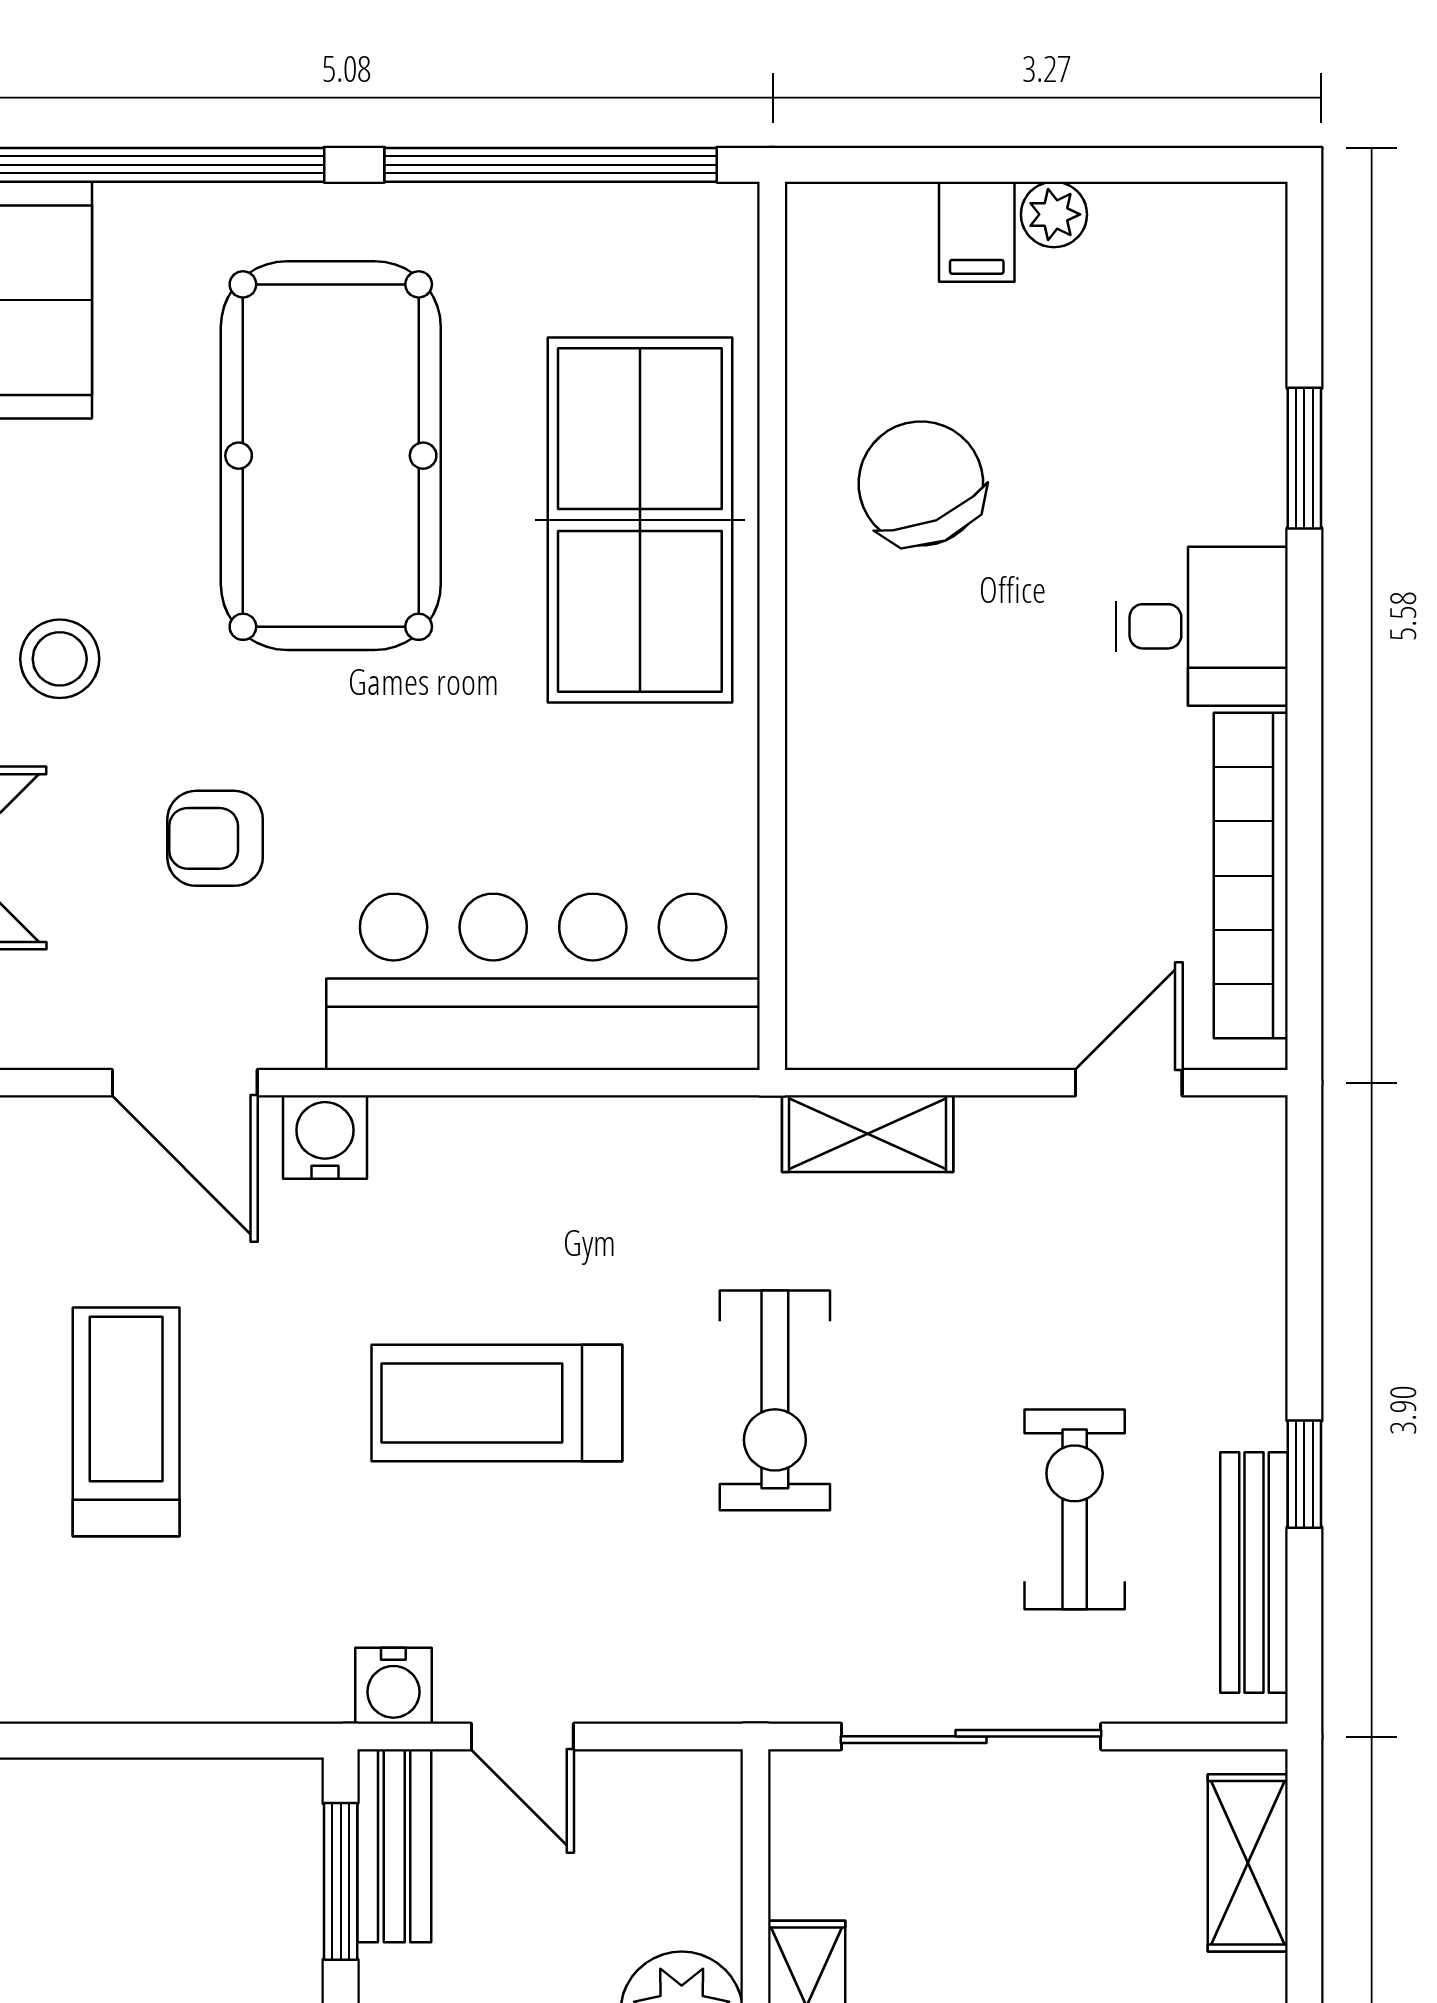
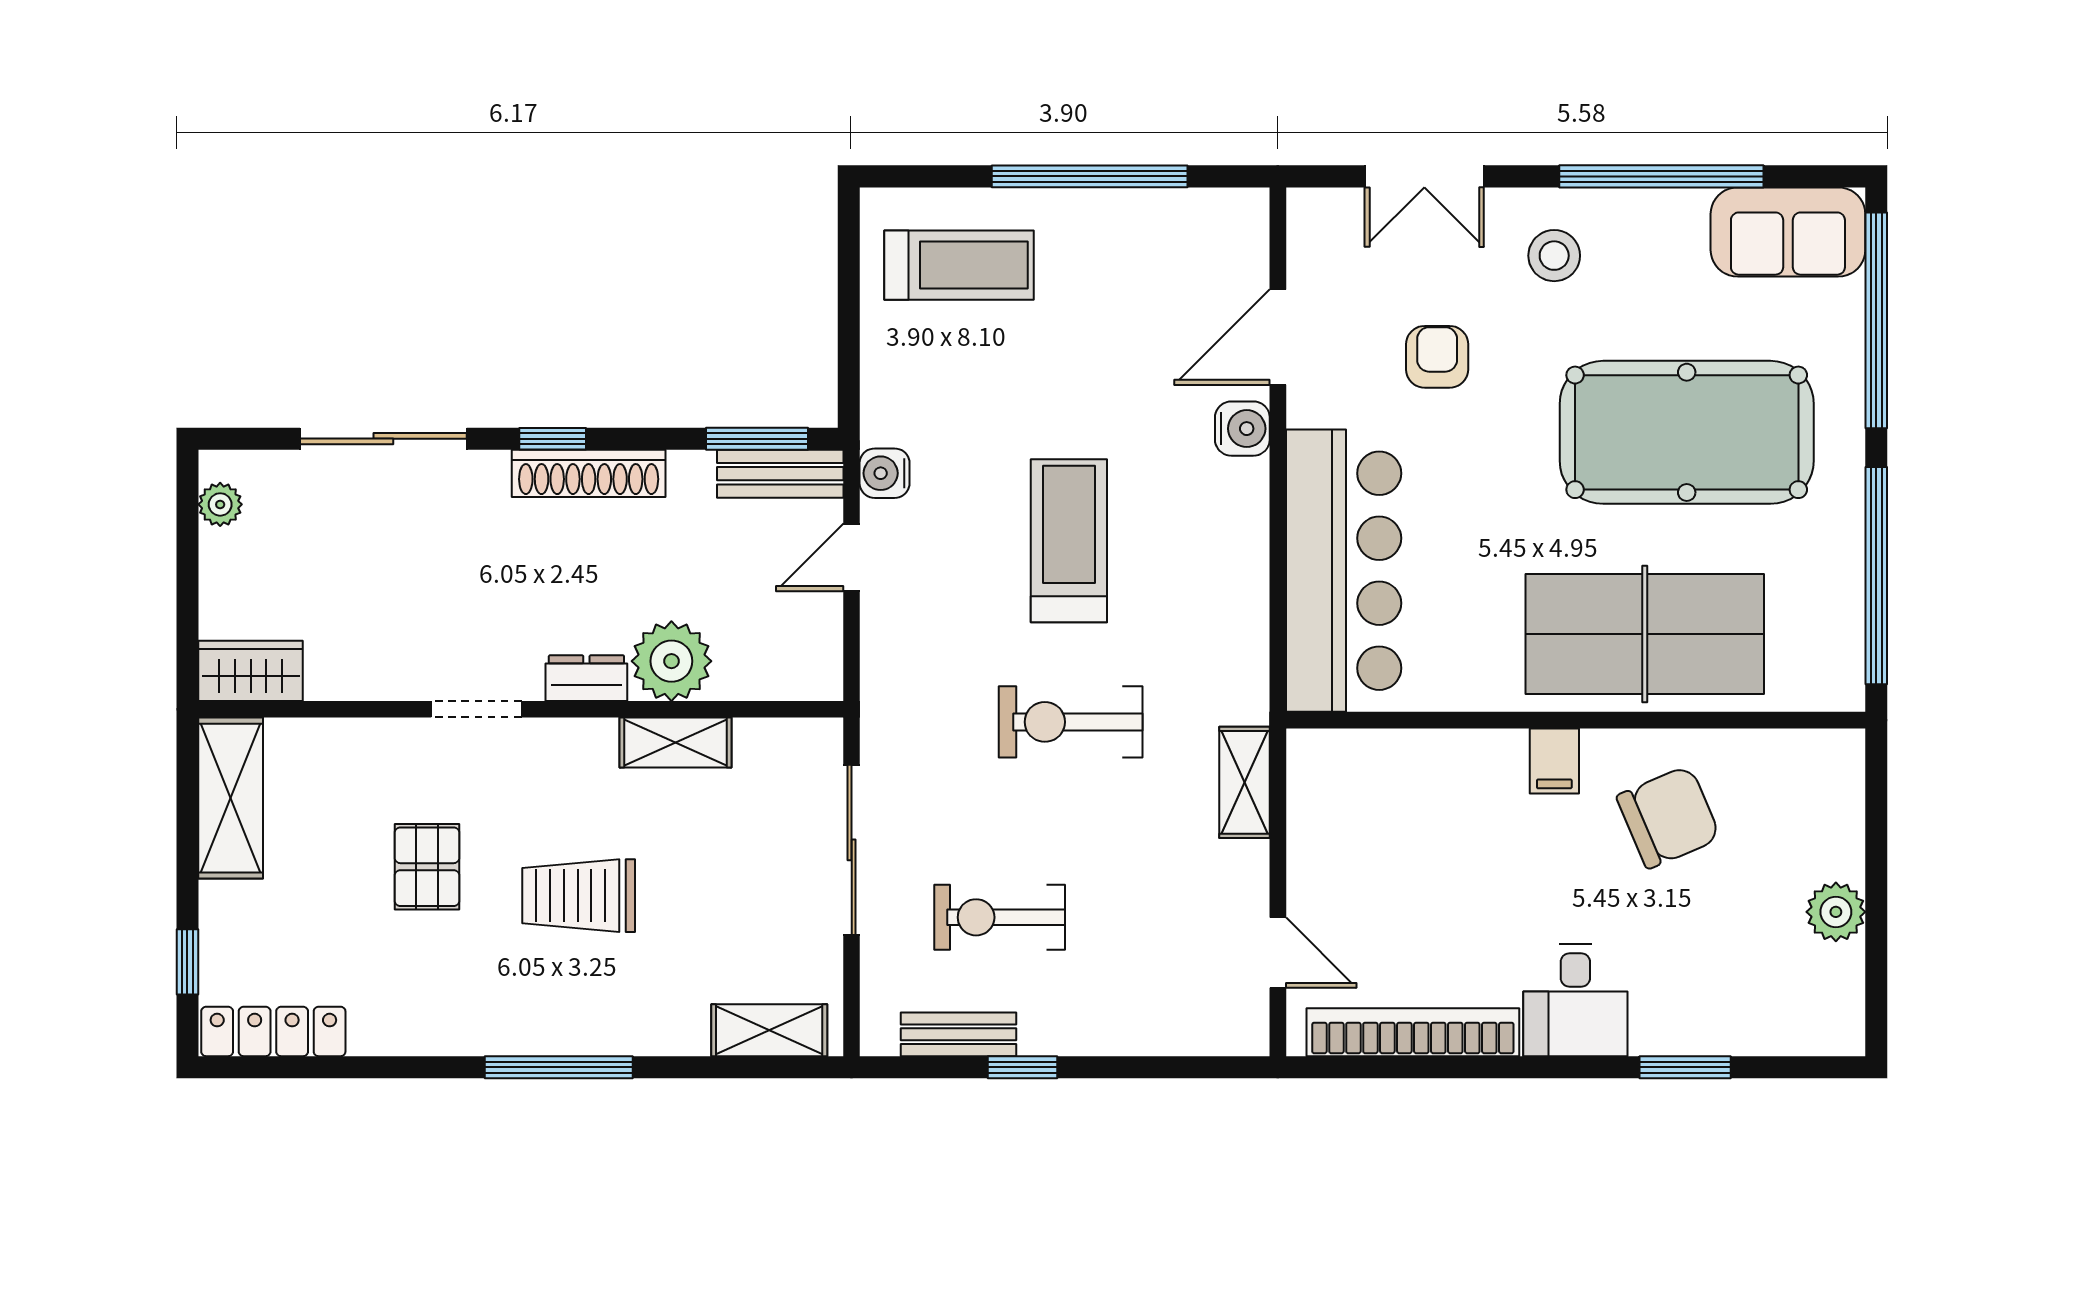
plant: (1054, 214) -> (1836, 912), width x1.38, depth x1.38
filing cabinet: (977, 232) -> (1554, 761), moved, turned -90
treadmill: (126, 1422) -> (959, 265), moved
exercise bike: (1075, 1509) -> (1000, 917), turned 180
bench: (1254, 1573) -> (958, 1034), width x0.73

